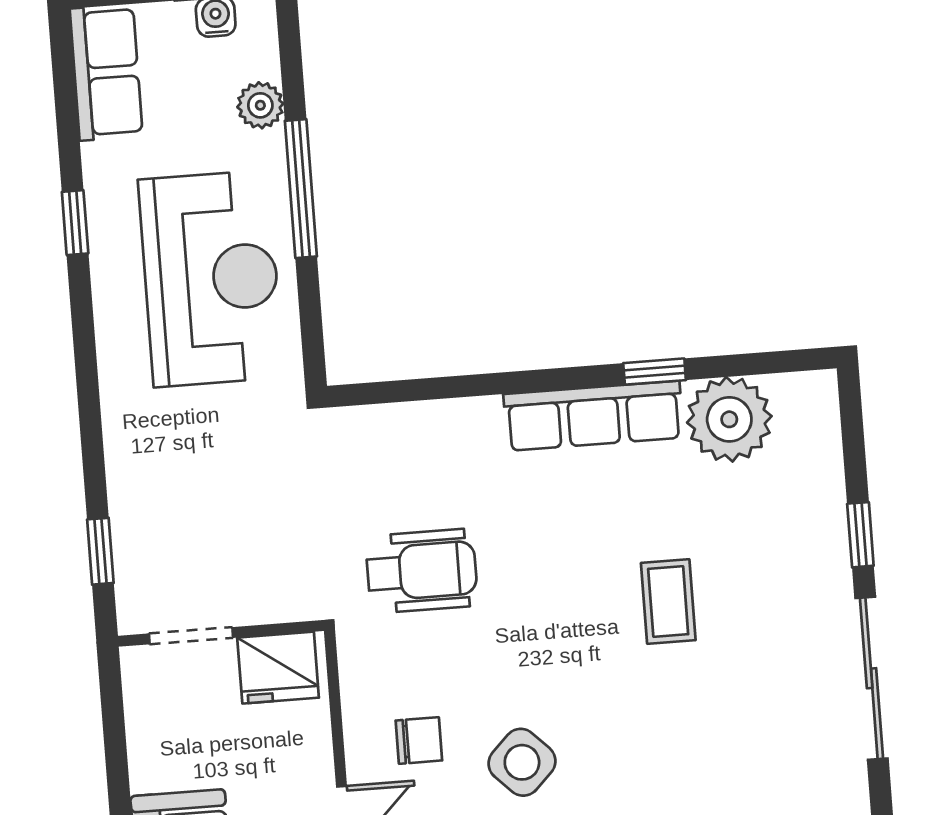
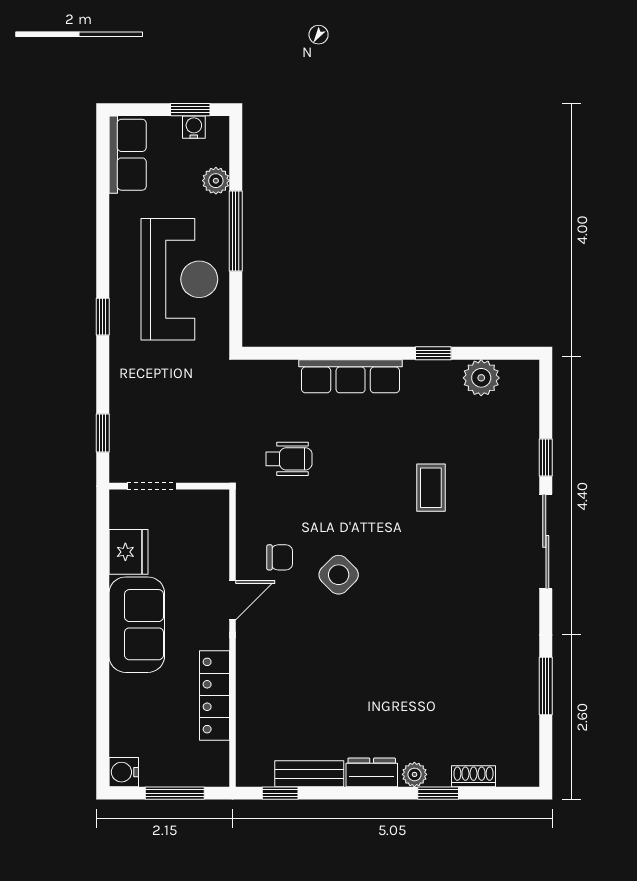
window: (75, 223) -> (103, 317), moved
row of seats: (593, 416) -> (351, 376), moved
plant: (729, 419) -> (481, 378), width x0.73, depth x0.73
wheelchair: (422, 571) -> (289, 459), width x0.73, depth x0.73
fridge: (278, 668) -> (128, 552), moved, turned -90

